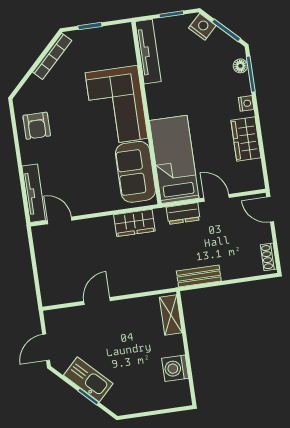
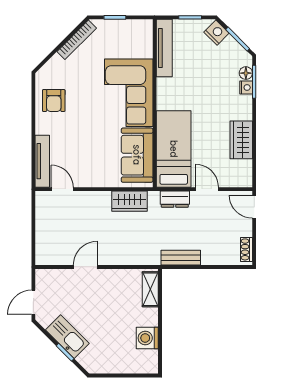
nightstand: (246, 103) -> (246, 87), moved

